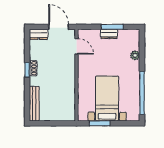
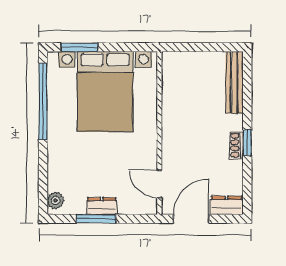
door: (59, 27) -> (191, 219), swing flipped
plant: (135, 55) -> (55, 200), moved
bed with nightstands: (107, 98) -> (105, 91), width x1.36
window: (100, 123) -> (79, 47), moved

